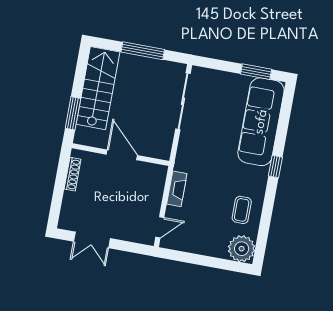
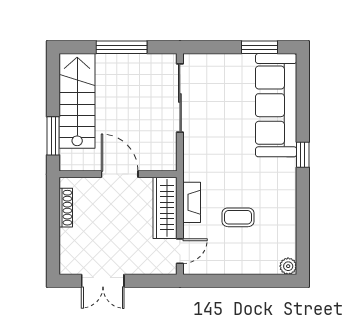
wardrobe: (154, 189) -> (165, 208), added
coffee table: (242, 210) -> (238, 217), moved, turned 90
plant: (242, 249) -> (288, 266), width x0.53, depth x0.53

